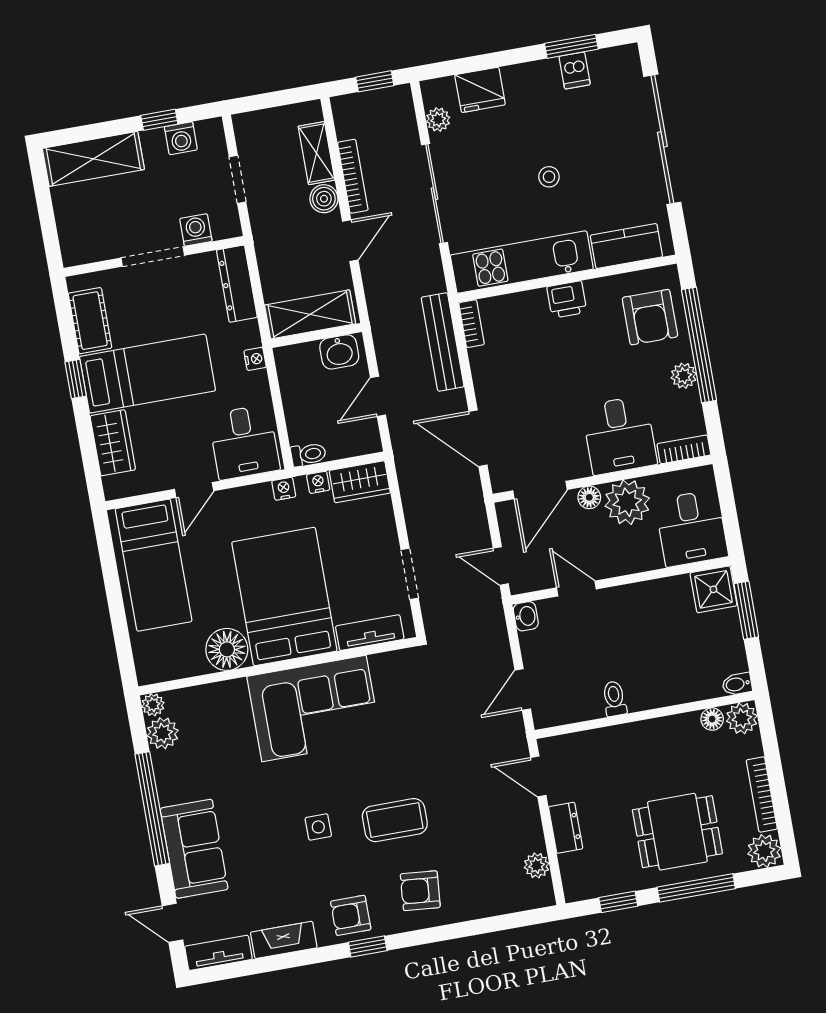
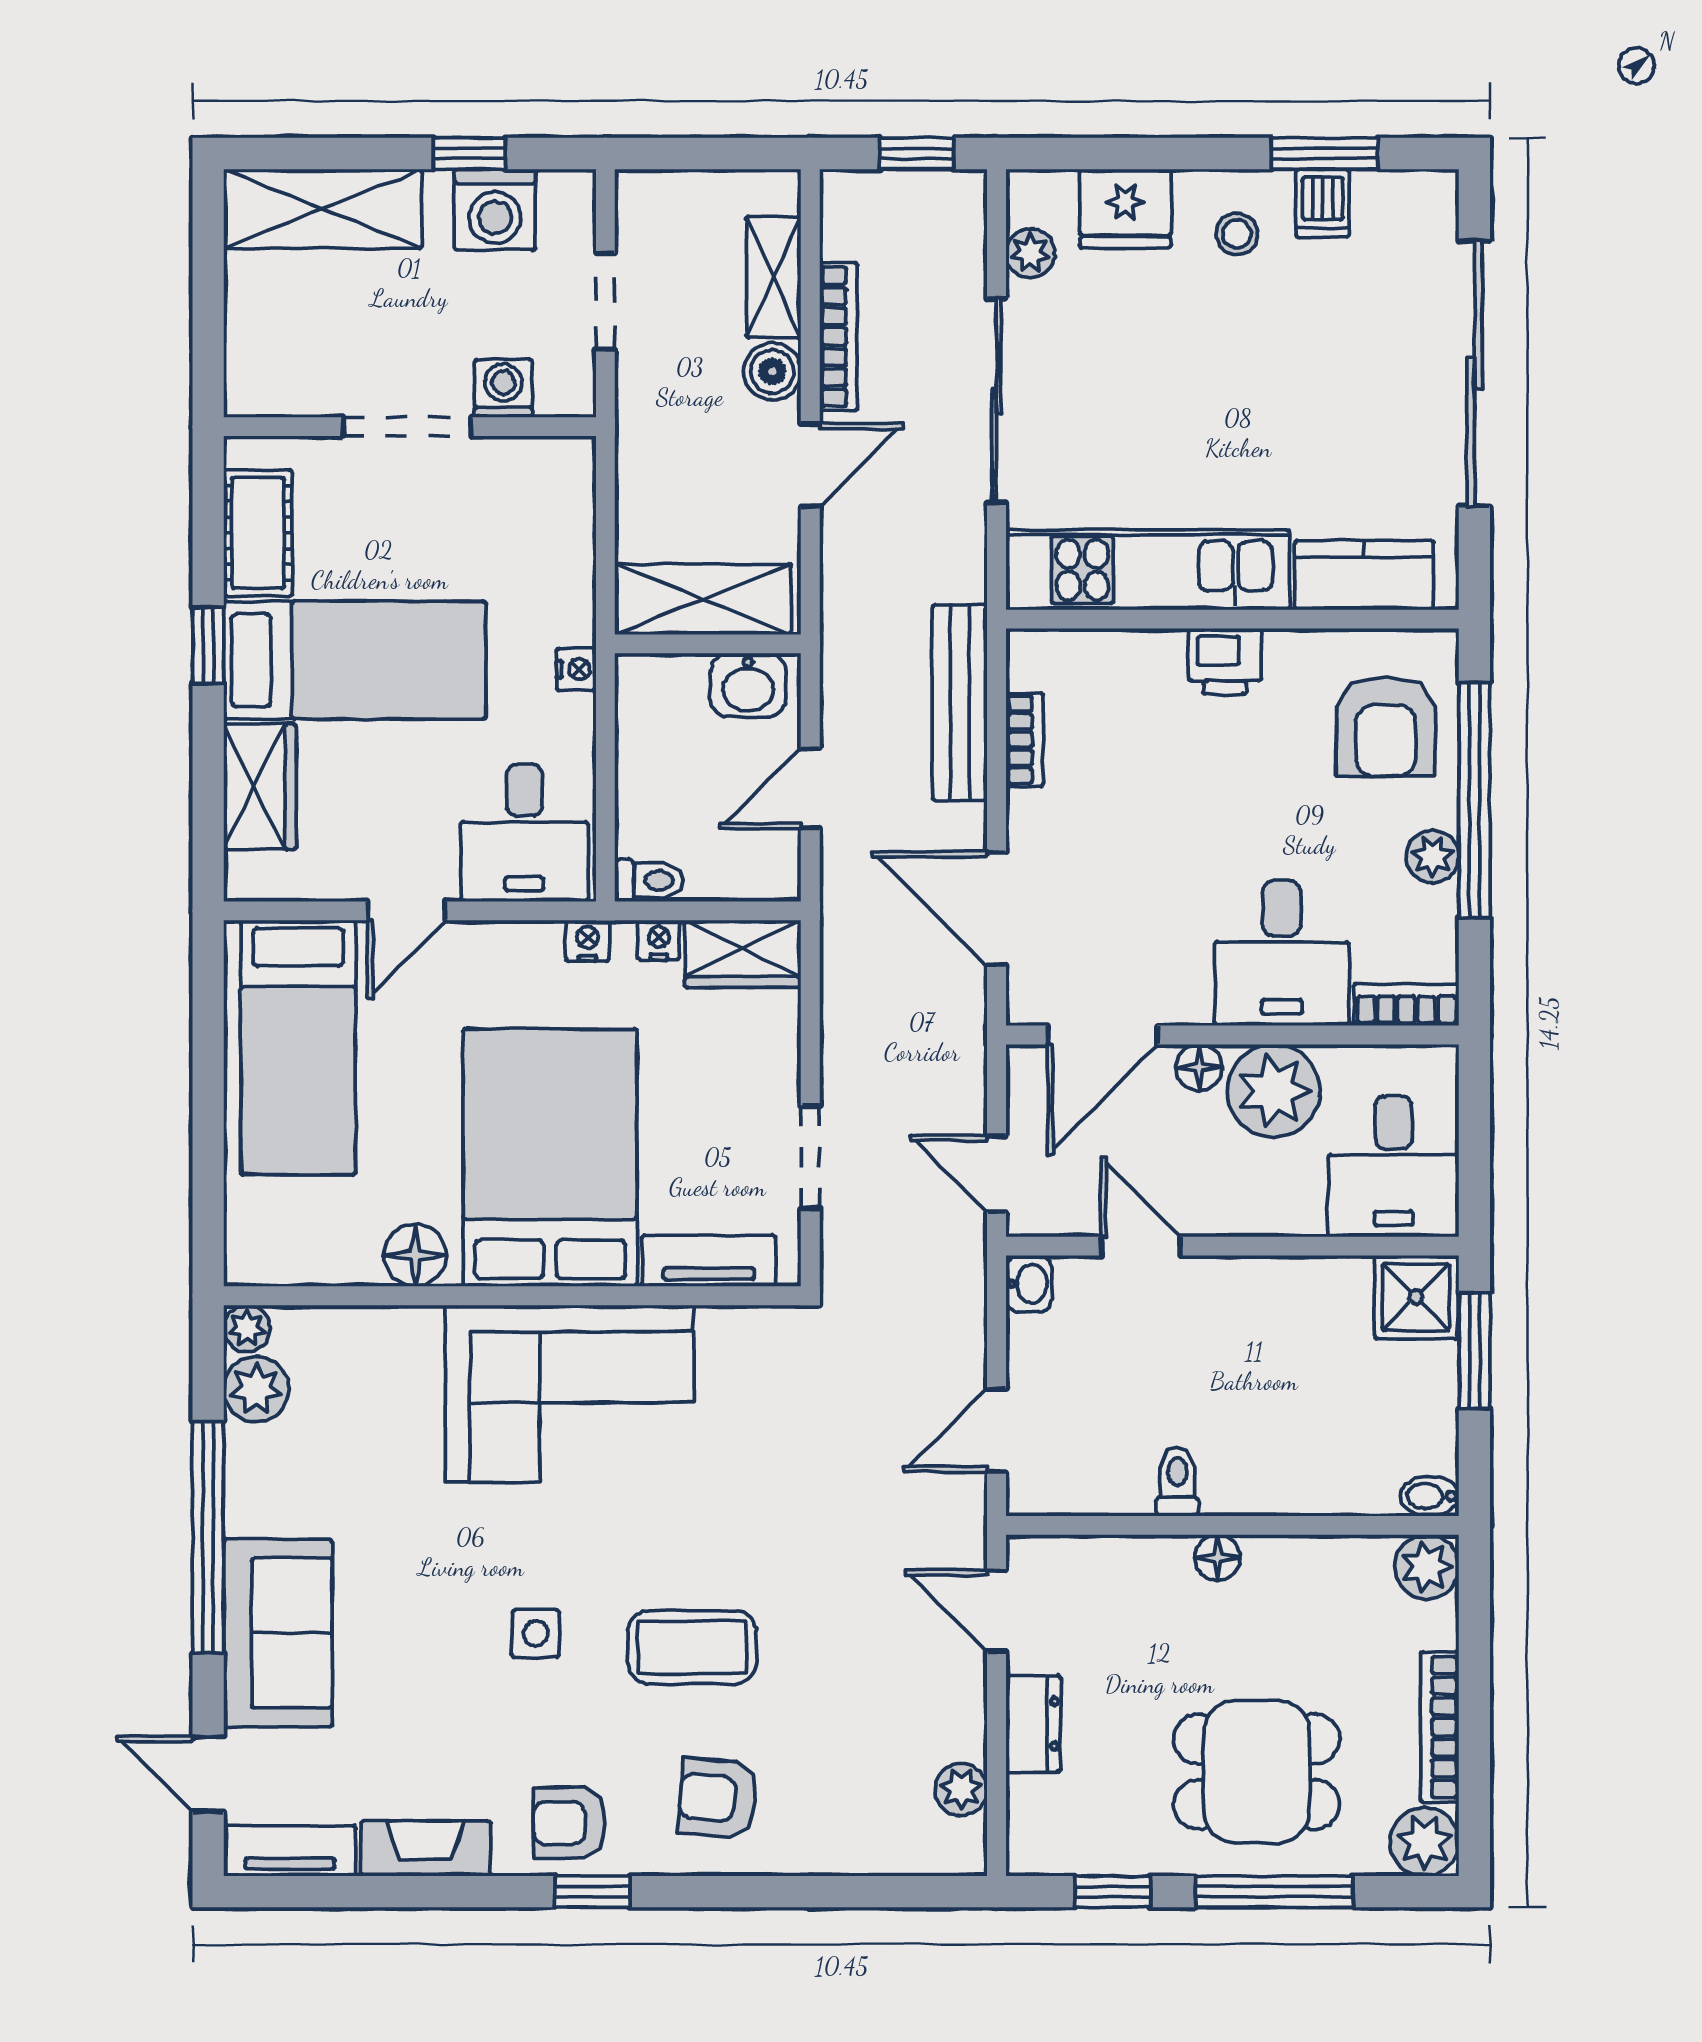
washing machine: (181, 138) -> (495, 210), width x1.38, depth x1.38
stool: (549, 177) -> (1237, 234), moved
dresser: (237, 284) -> (567, 511), removed
bookcase: (472, 324) -> (1024, 740), moved
floor lamp: (227, 649) -> (415, 1255), width x0.73, depth x0.73
floor lamp: (712, 719) -> (1217, 1558), moved

